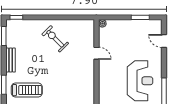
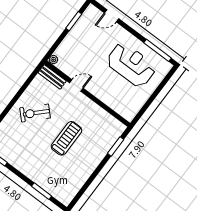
bench: (11, 60) -> (52, 77), moved
treadmill: (27, 90) -> (66, 138), moved

